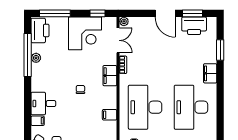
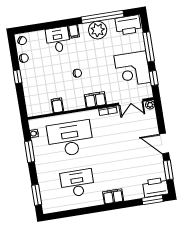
window: (55, 13) -> (149, 47), moved
door: (165, 13) -> (164, 143), hinge flipped
printer: (194, 26) -> (155, 187), moved, turned 90
window: (220, 50) -> (152, 200), moved
plant: (36, 58) -> (98, 30), width x1.88, depth x1.88
desk: (191, 107) -> (77, 183), width x0.73, depth x0.77
filing cabinet: (38, 121) -> (74, 31), moved

